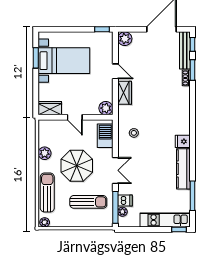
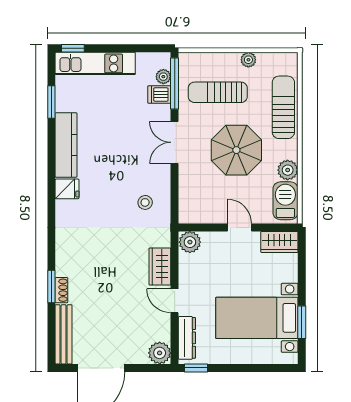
window: (193, 44) -> (51, 344), removed
dresser: (108, 48) -> (187, 338), added
window: (193, 70) -> (51, 286), moved
barbecue: (105, 136) -> (285, 201), moved, turned 180
sun lounger: (47, 193) -> (283, 107), turned 180
window: (193, 196) -> (51, 102), width x0.69
plant: (45, 222) -> (248, 60), moved

